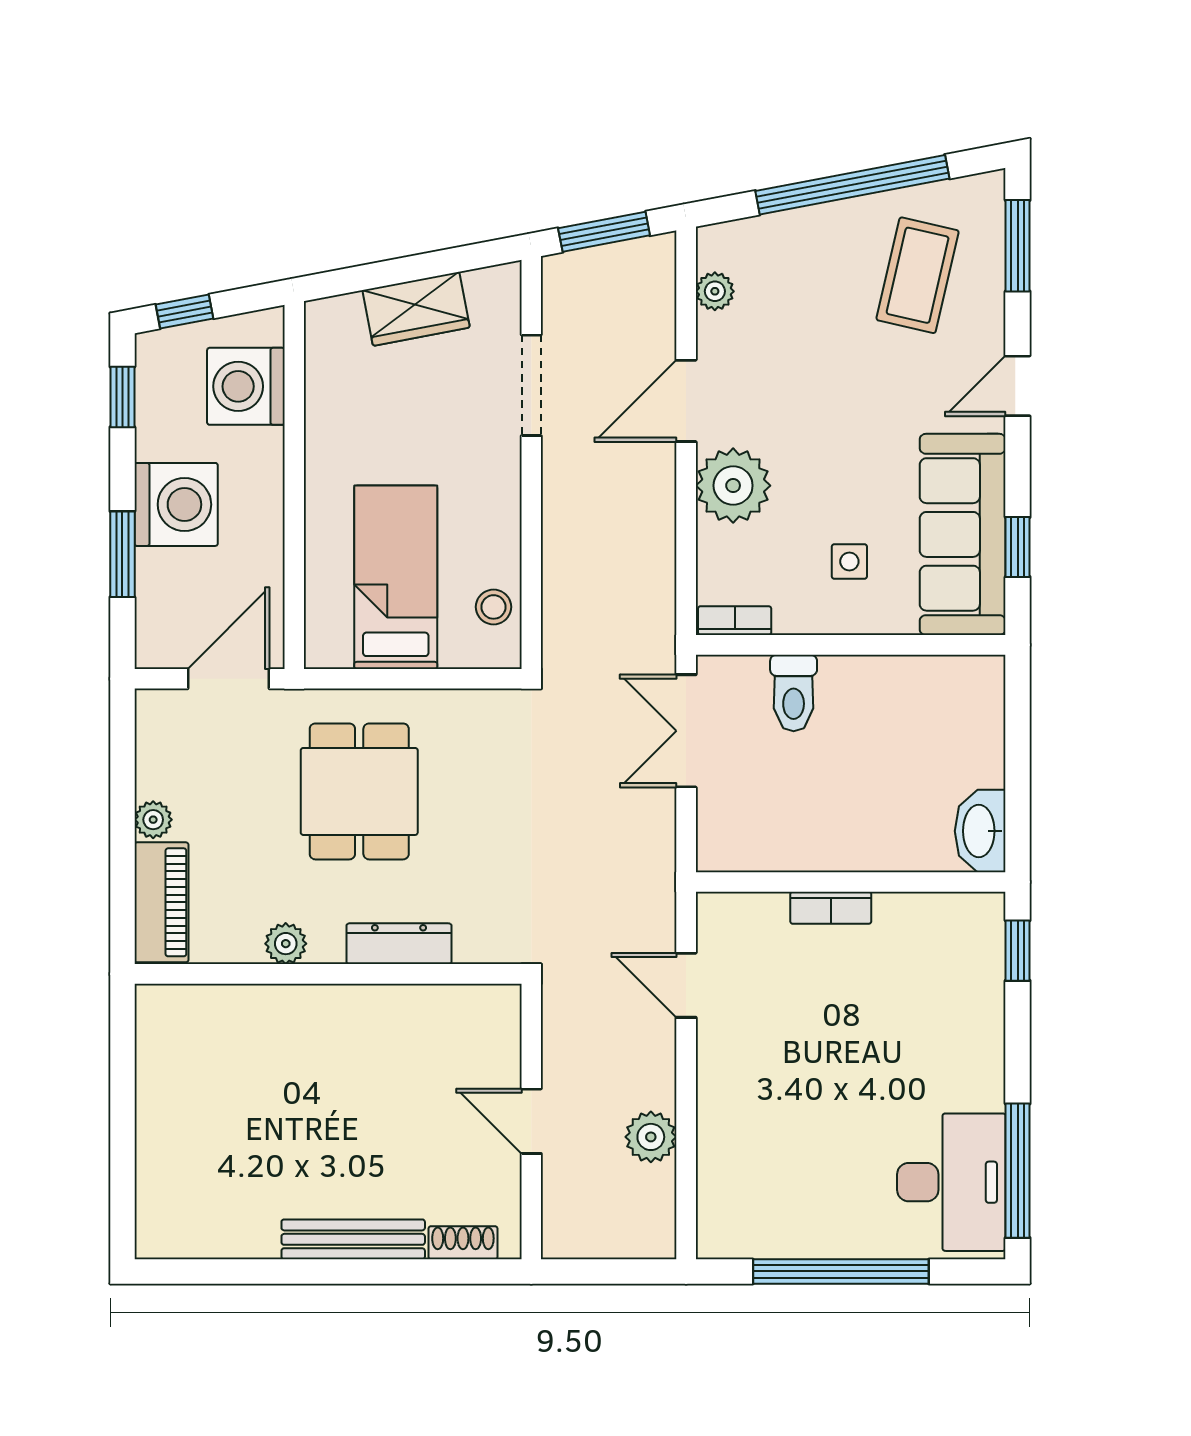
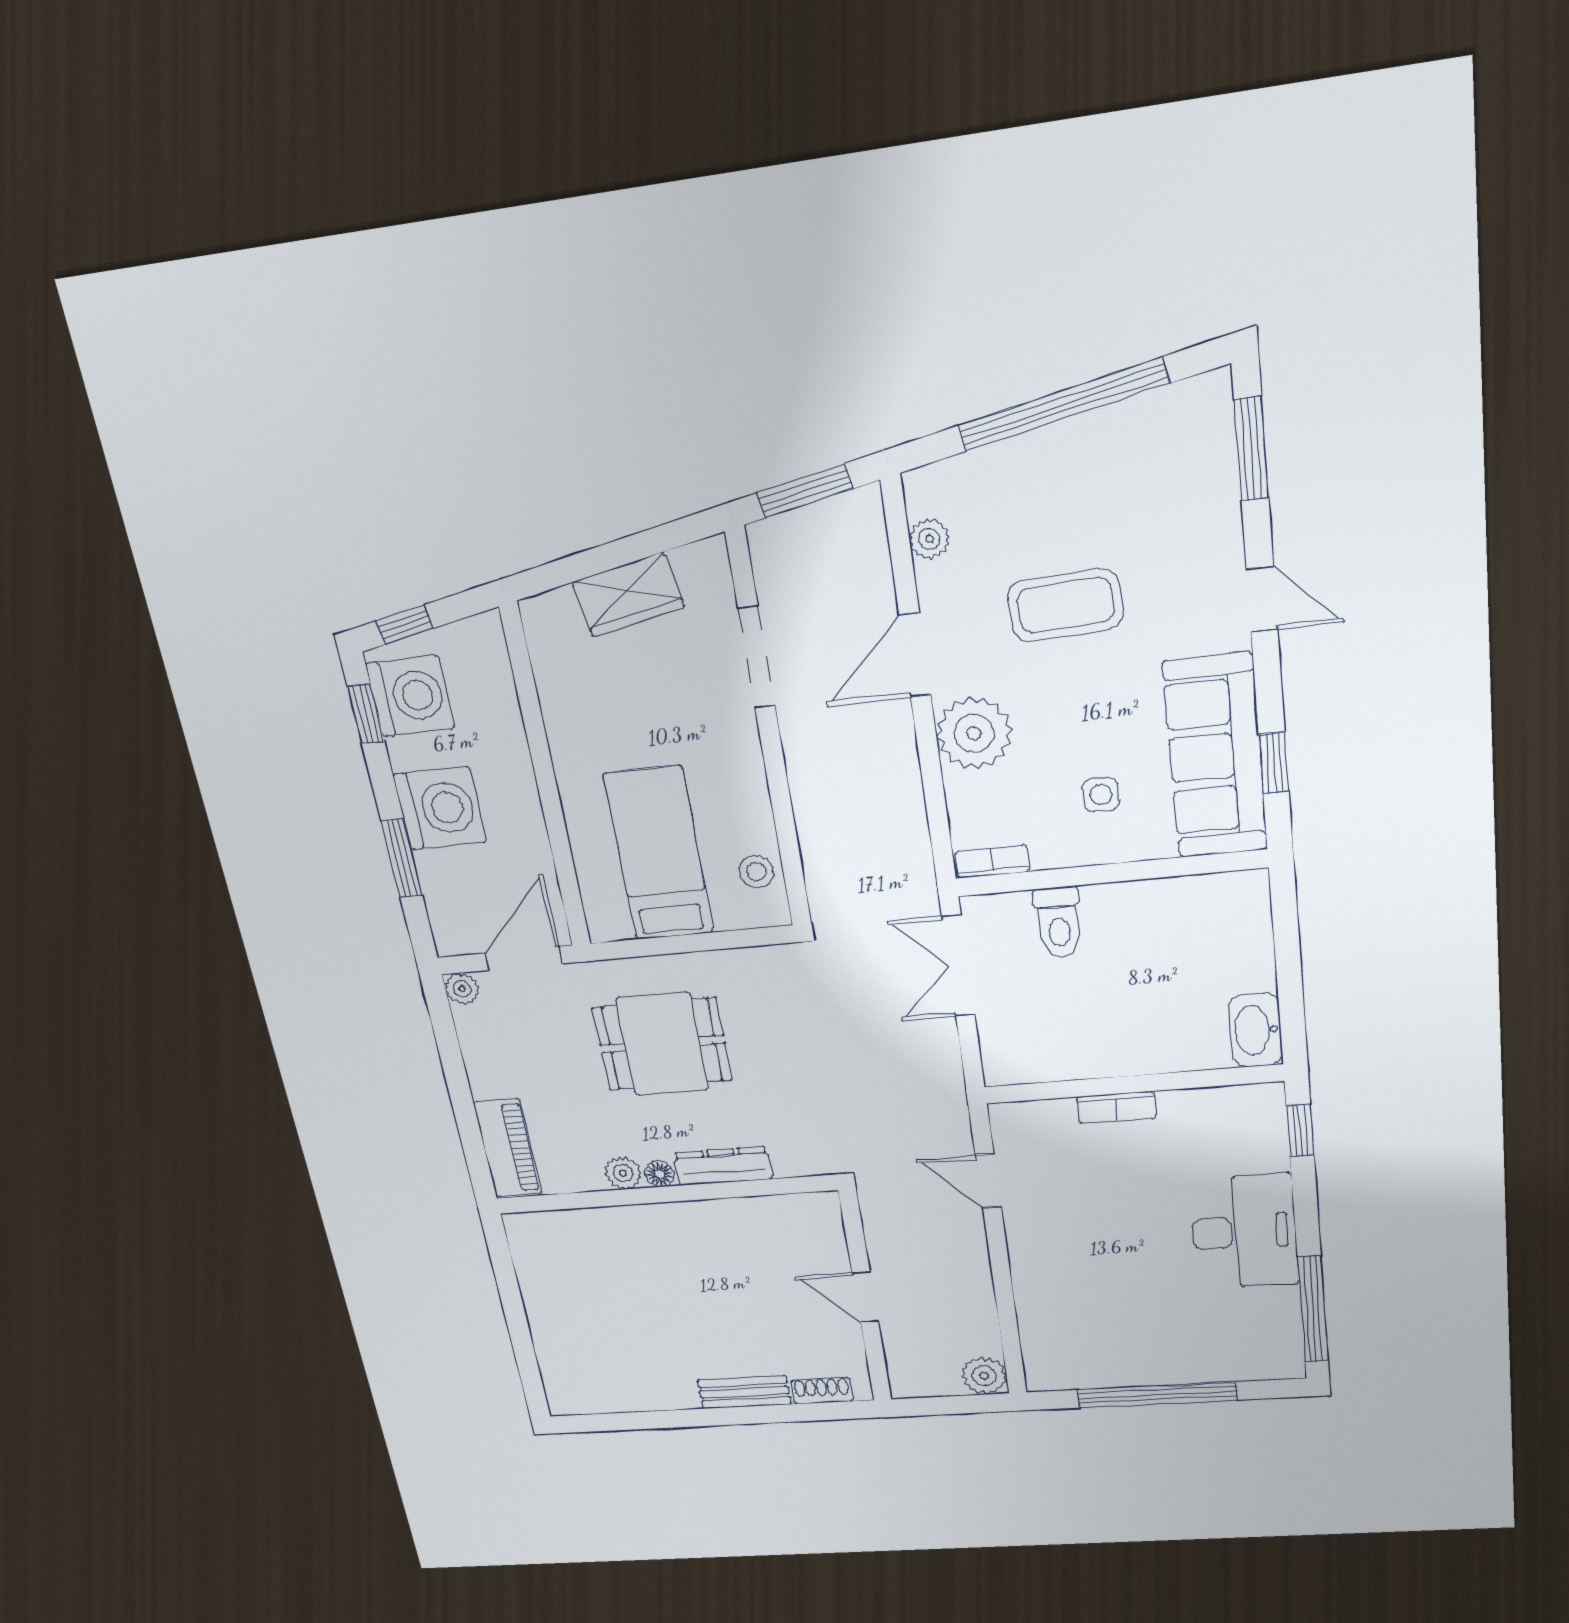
coffee table: (918, 275) -> (1065, 605), moved, turned 75
washing machine: (246, 386) -> (410, 696), moved, turned 180
door: (1018, 386) -> (1262, 599), swing flipped
dining table: (359, 791) -> (662, 1044), turned 90
plant: (153, 820) -> (462, 989), moved
floor lamp: (326, 948) -> (660, 1174), added
plant: (651, 1137) -> (984, 1376), moved
desk: (951, 1182) -> (1244, 1232), moved
bench: (353, 1239) -> (744, 1392), width x0.73

